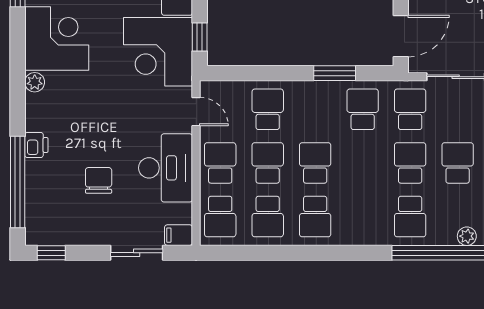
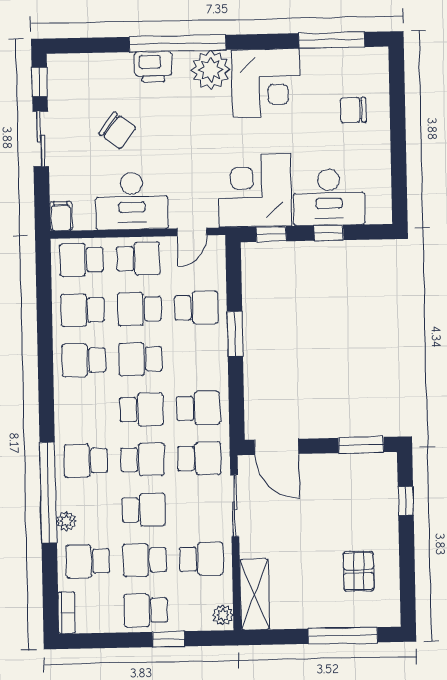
window: (335, 73) -> (235, 334), moved
plant: (35, 82) -> (211, 70), width x1.88, depth x1.88
printer: (36, 145) -> (153, 67), width x1.36, depth x1.24
school desk: (268, 163) -> (139, 309), turned 180
school desk: (315, 163) -> (140, 359), turned 180
school desk: (363, 163) -> (141, 409), added
chair: (99, 180) -> (117, 130), turned 37
window: (18, 182) -> (178, 43), moved
sliding door: (137, 253) -> (41, 139), moved

